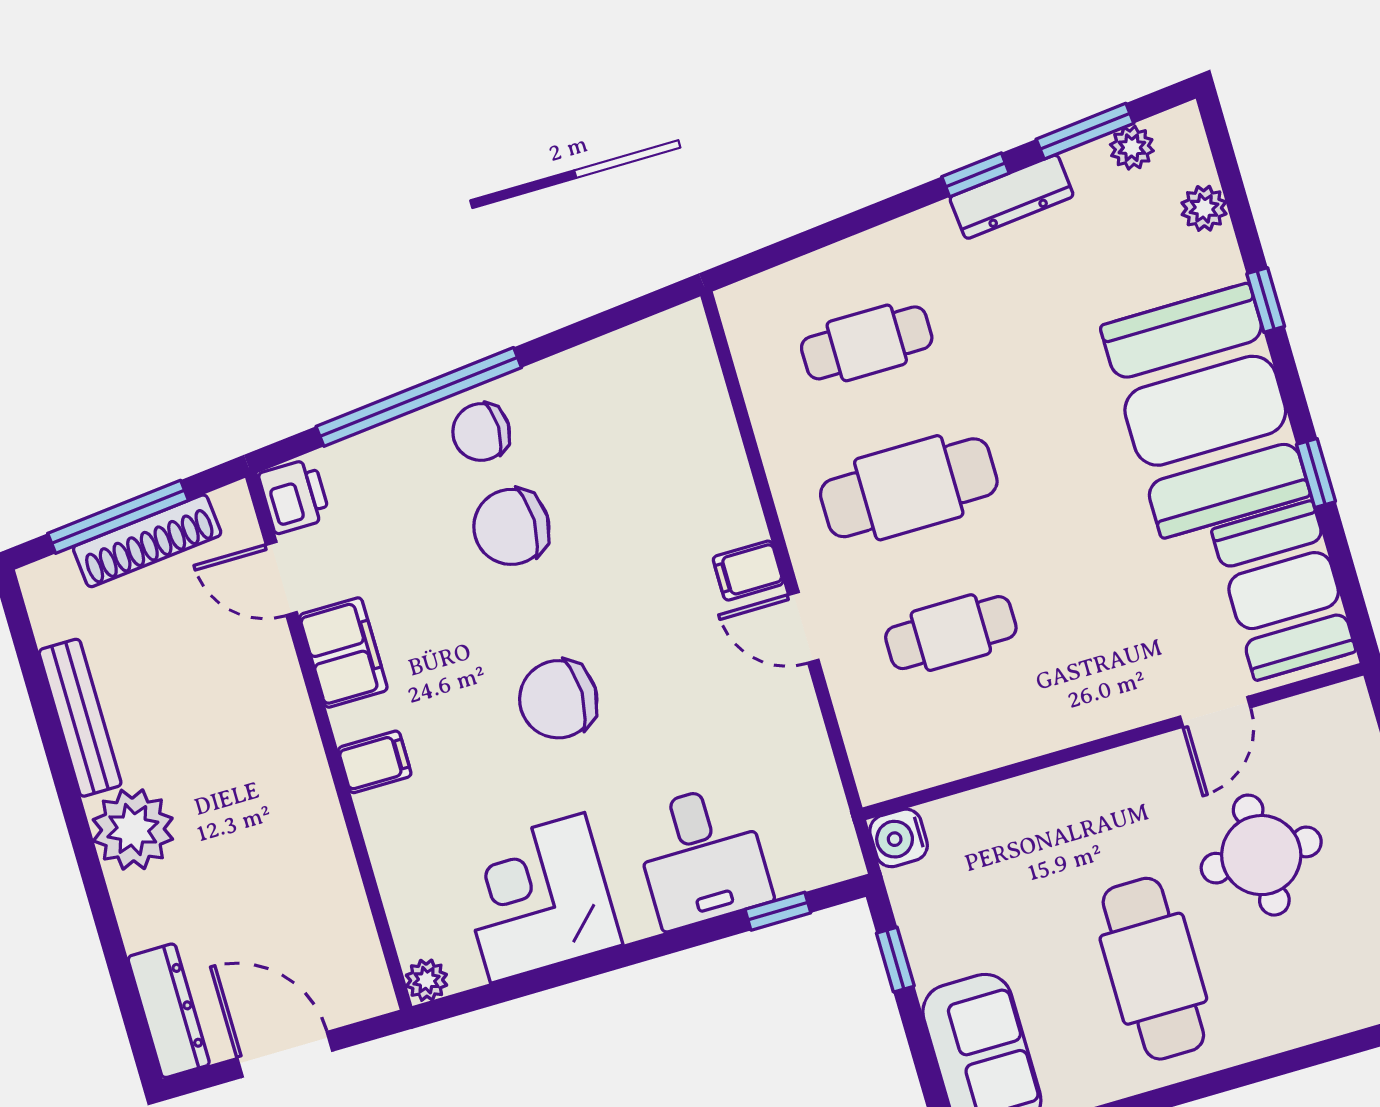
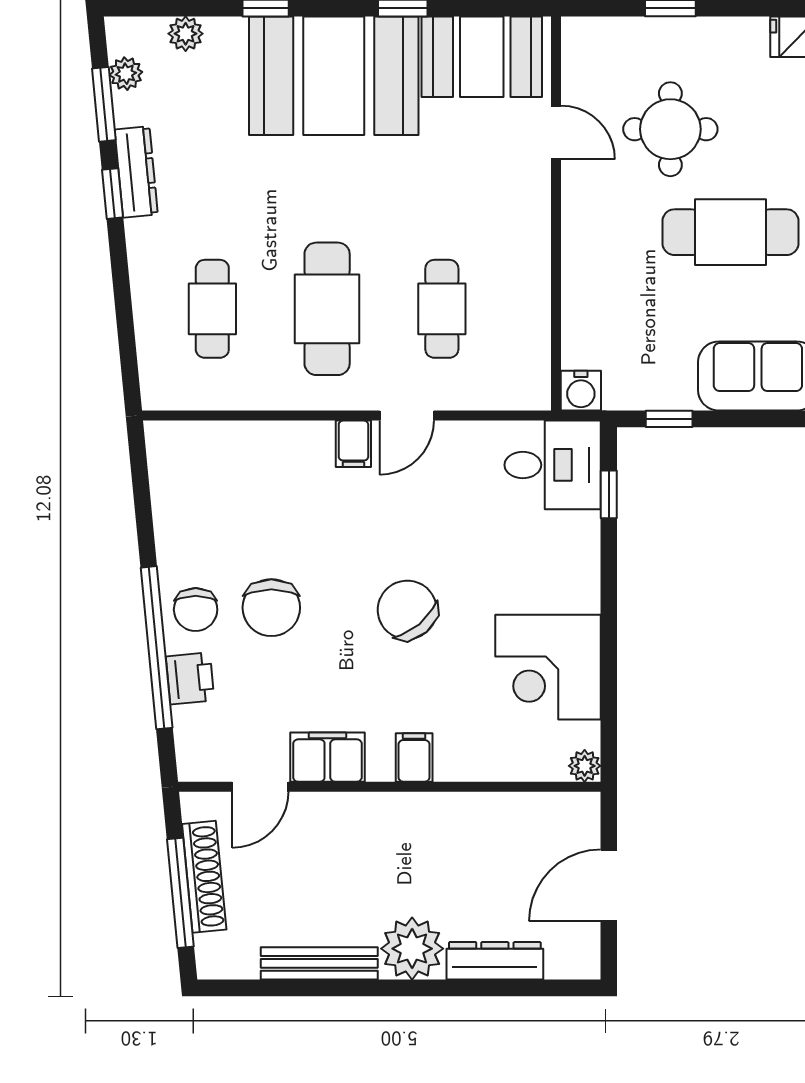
printer: (294, 496) -> (190, 678), moved, turned 84
chair: (558, 699) -> (407, 610), turned 140
desk: (702, 856) -> (553, 465), moved
dresser: (169, 1011) -> (495, 961), moved

